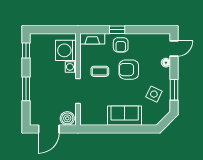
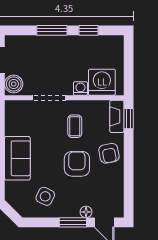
window: (117, 30) -> (129, 119), moved
armchair: (121, 45) -> (109, 153), turned -101
window: (26, 51) -> (89, 30), moved
window: (174, 90) -> (73, 222), moved

